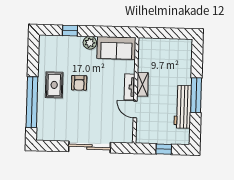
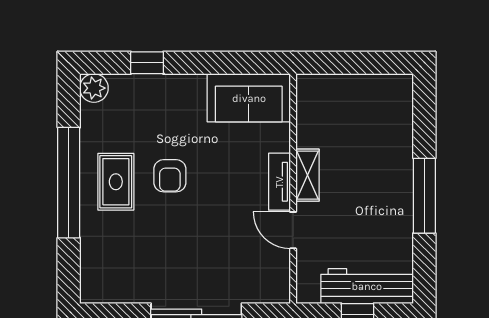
plant: (90, 43) -> (94, 88), moved
window: (32, 102) -> (69, 183), moved
workbench: (183, 107) -> (367, 286), moved, turned 90

